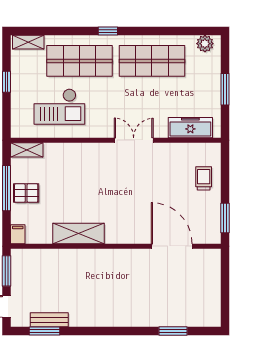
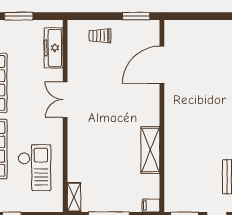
pallet: (26, 193) -> (113, 198), removed

